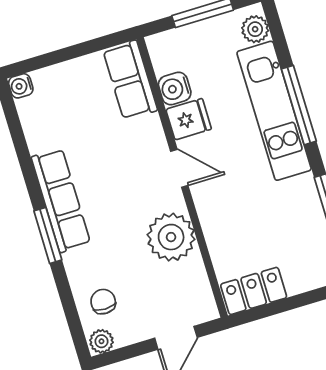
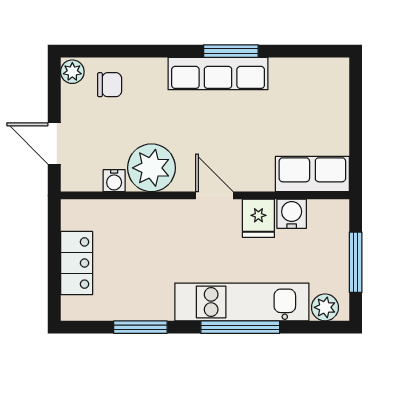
water cooler: (21, 86) -> (114, 181), moved, turned 180
door: (179, 168) -> (214, 195), swing flipped
window: (48, 235) -> (231, 51), moved
locker: (254, 291) -> (77, 263), moved

